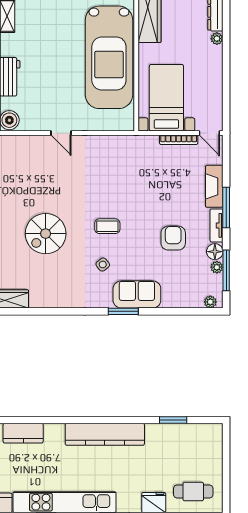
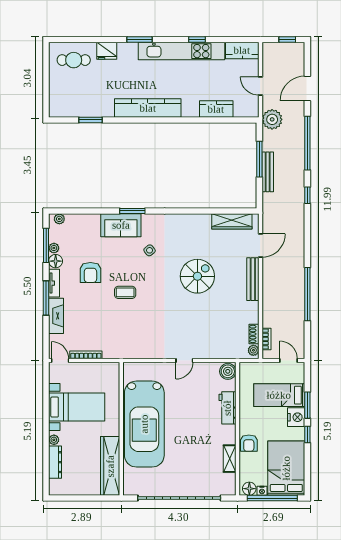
car: (109, 57) -> (144, 424), turned 180
bed with nightstands: (166, 98) -> (77, 407), moved, turned -90
door: (61, 133) -> (184, 361), swing flipped
coffee table: (107, 226) -> (125, 292), moved

